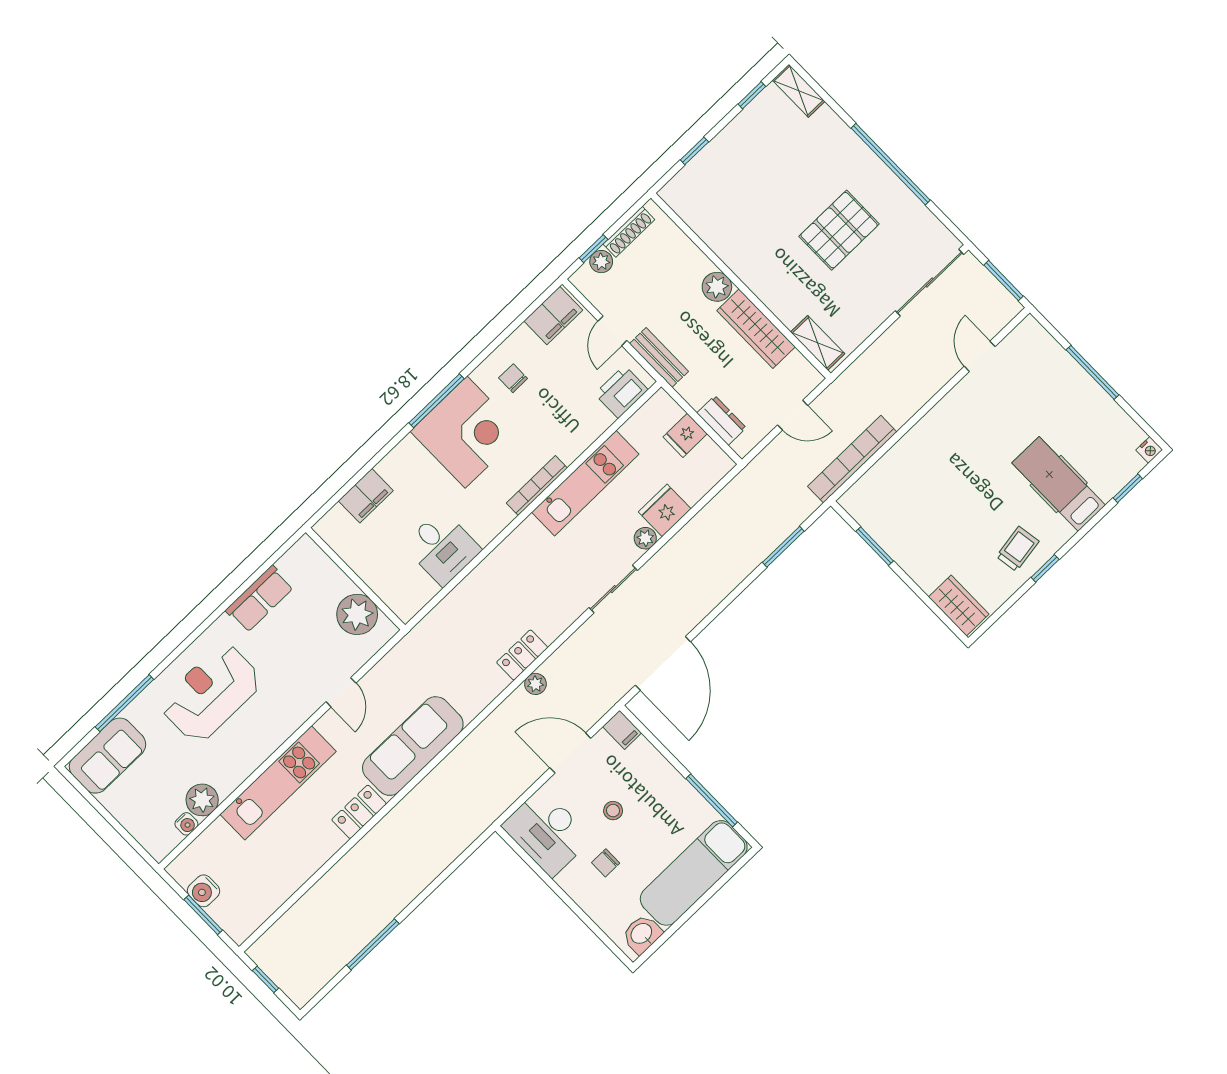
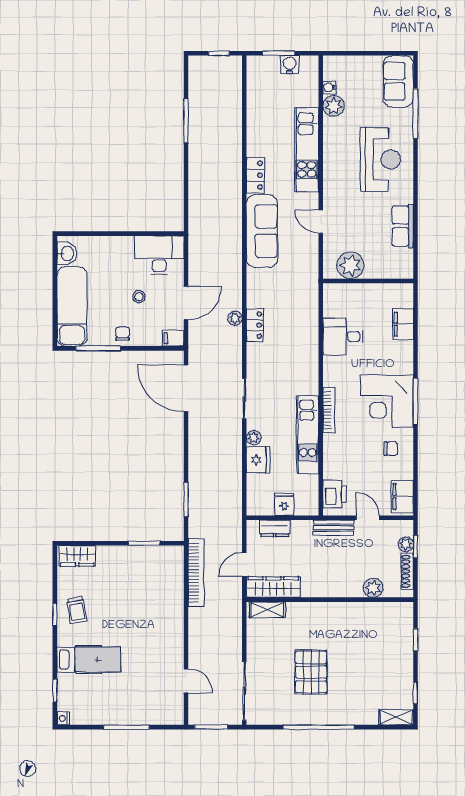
plant: (717, 287) -> (373, 588), moved
wardrobe: (756, 329) -> (273, 587), moved
chair: (606, 863) -> (123, 334), moved

